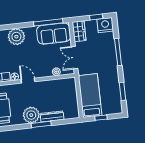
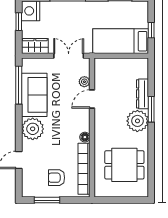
sofa: (54, 34) -> (34, 95), moved
double door: (75, 58) -> (69, 56), swing flipped
door: (28, 81) -> (92, 99), moved

